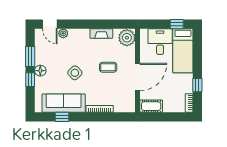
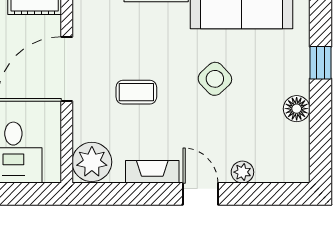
door: (50, 24) -> (200, 194), moved
window: (30, 56) -> (320, 118), removed
floor lamp: (40, 71) -> (297, 109), moved

